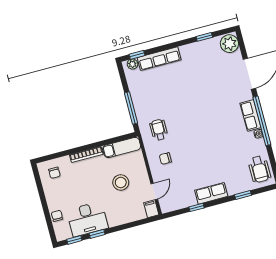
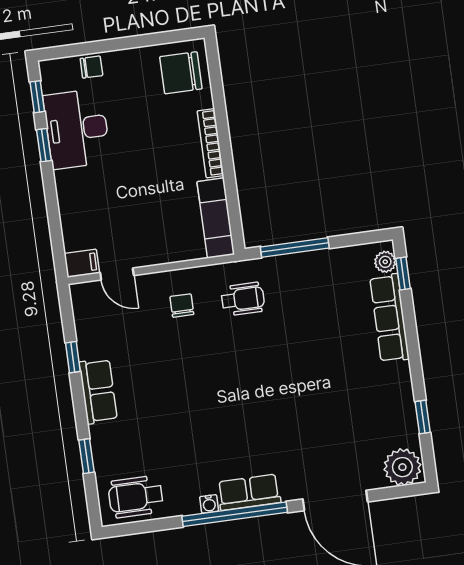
chair: (54, 173) -> (181, 73), width x1.87, depth x1.87
stool: (121, 182) -> (144, 207), removed

